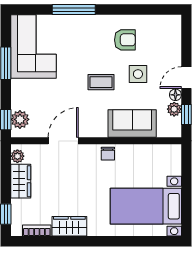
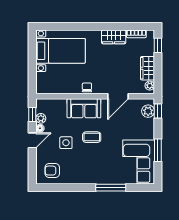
armchair: (125, 40) -> (52, 171), moved
sofa: (132, 124) -> (84, 108), moved

